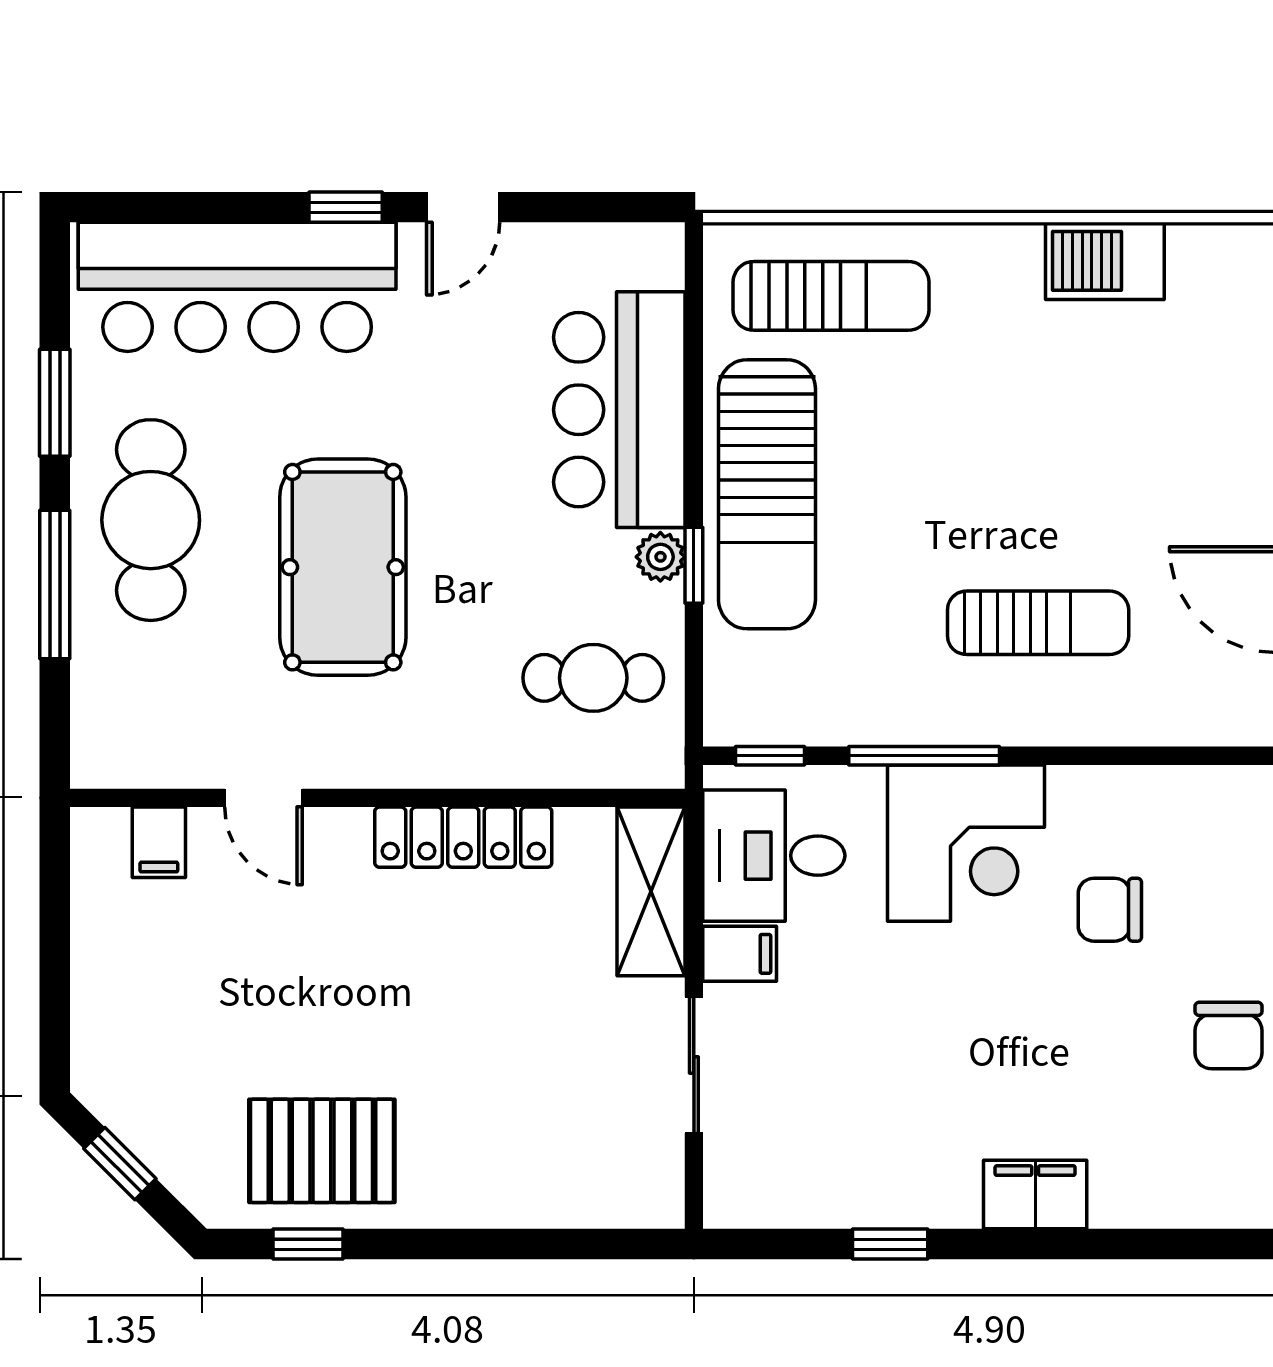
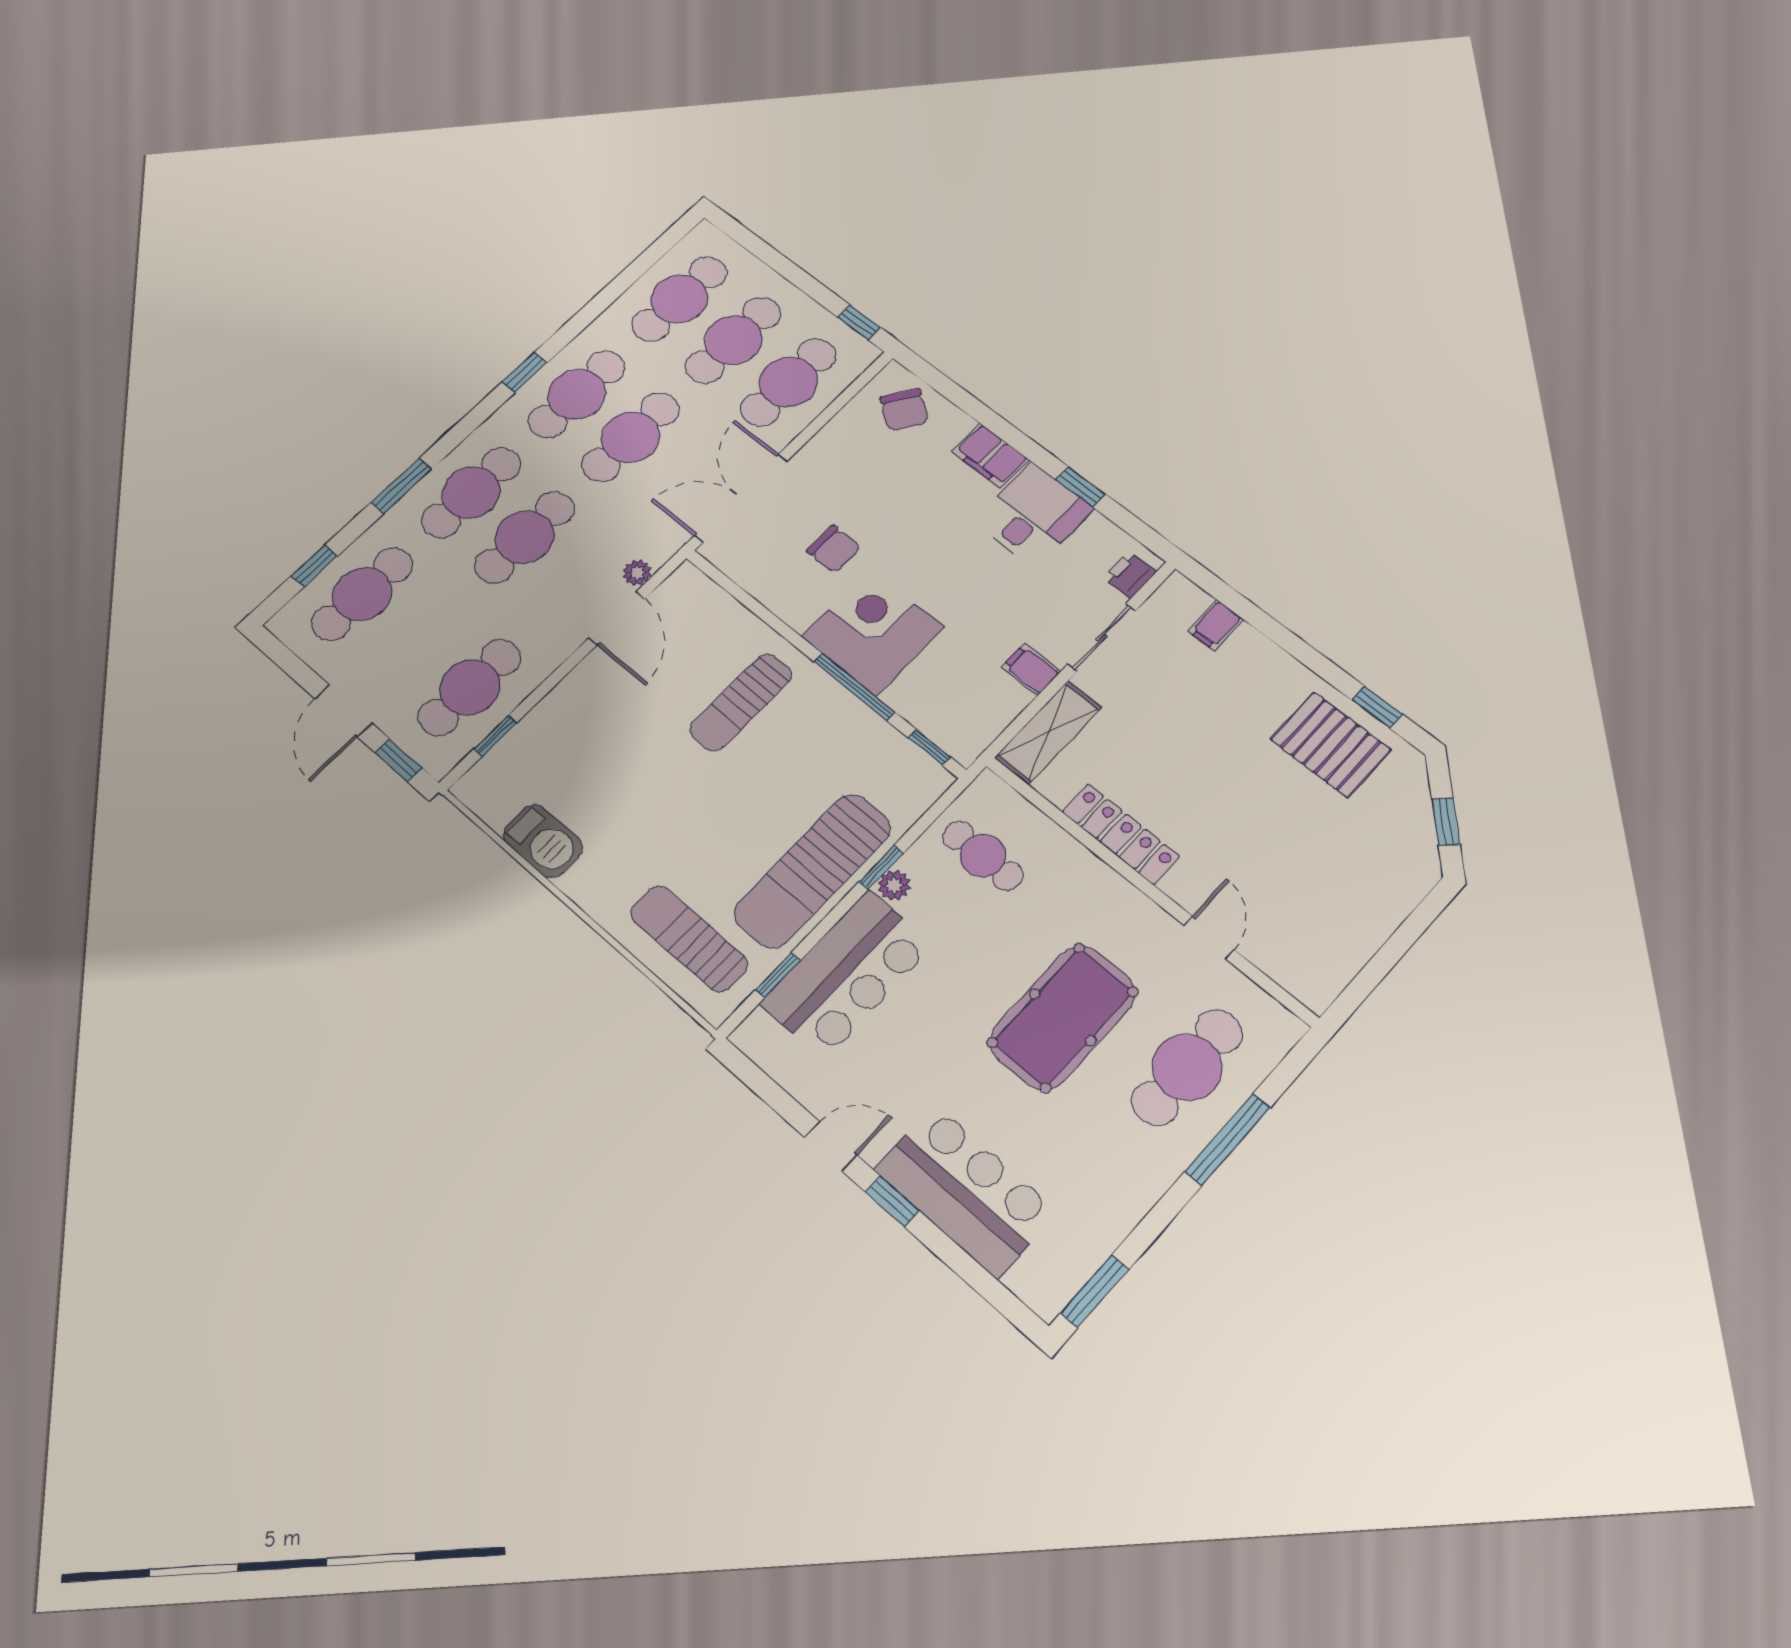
bar counter: (237, 287) -> (966, 1190), width x0.73
window: (694, 342) -> (778, 975), added
window: (55, 403) -> (1095, 1291), moved
sun lounger: (767, 494) -> (813, 871), turned 180
cafe table: (151, 520) -> (1187, 1067), moved
sun lounger: (1038, 623) -> (741, 702), turned -90
filing cabinet: (159, 842) -> (1215, 625), moved, turned 180
desk: (774, 856) -> (1033, 515), moved, turned -90
chair: (1229, 1036) -> (904, 410), moved, turned 125
printer: (731, 1175) -> (1130, 574), added

